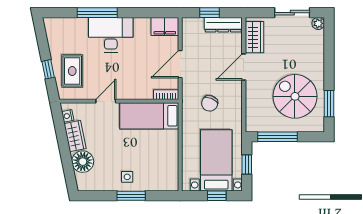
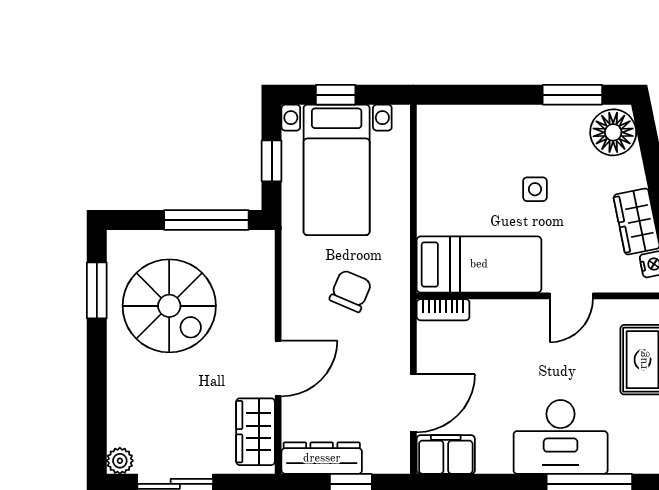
door: (180, 64) -> (413, 403), moved
floor lamp: (83, 162) -> (613, 132), moved
side table: (127, 177) -> (535, 189), moved
window: (131, 196) -> (572, 95), moved

